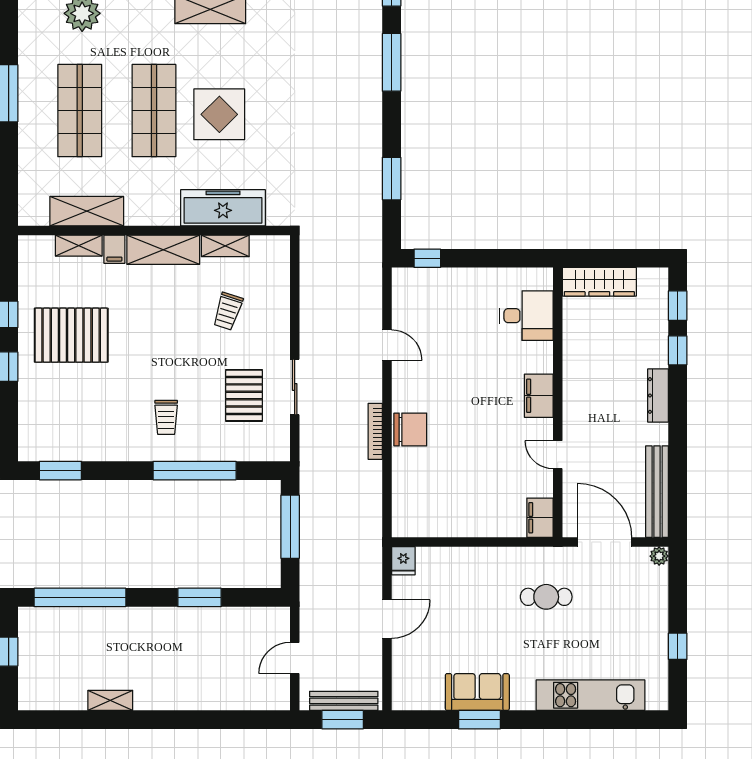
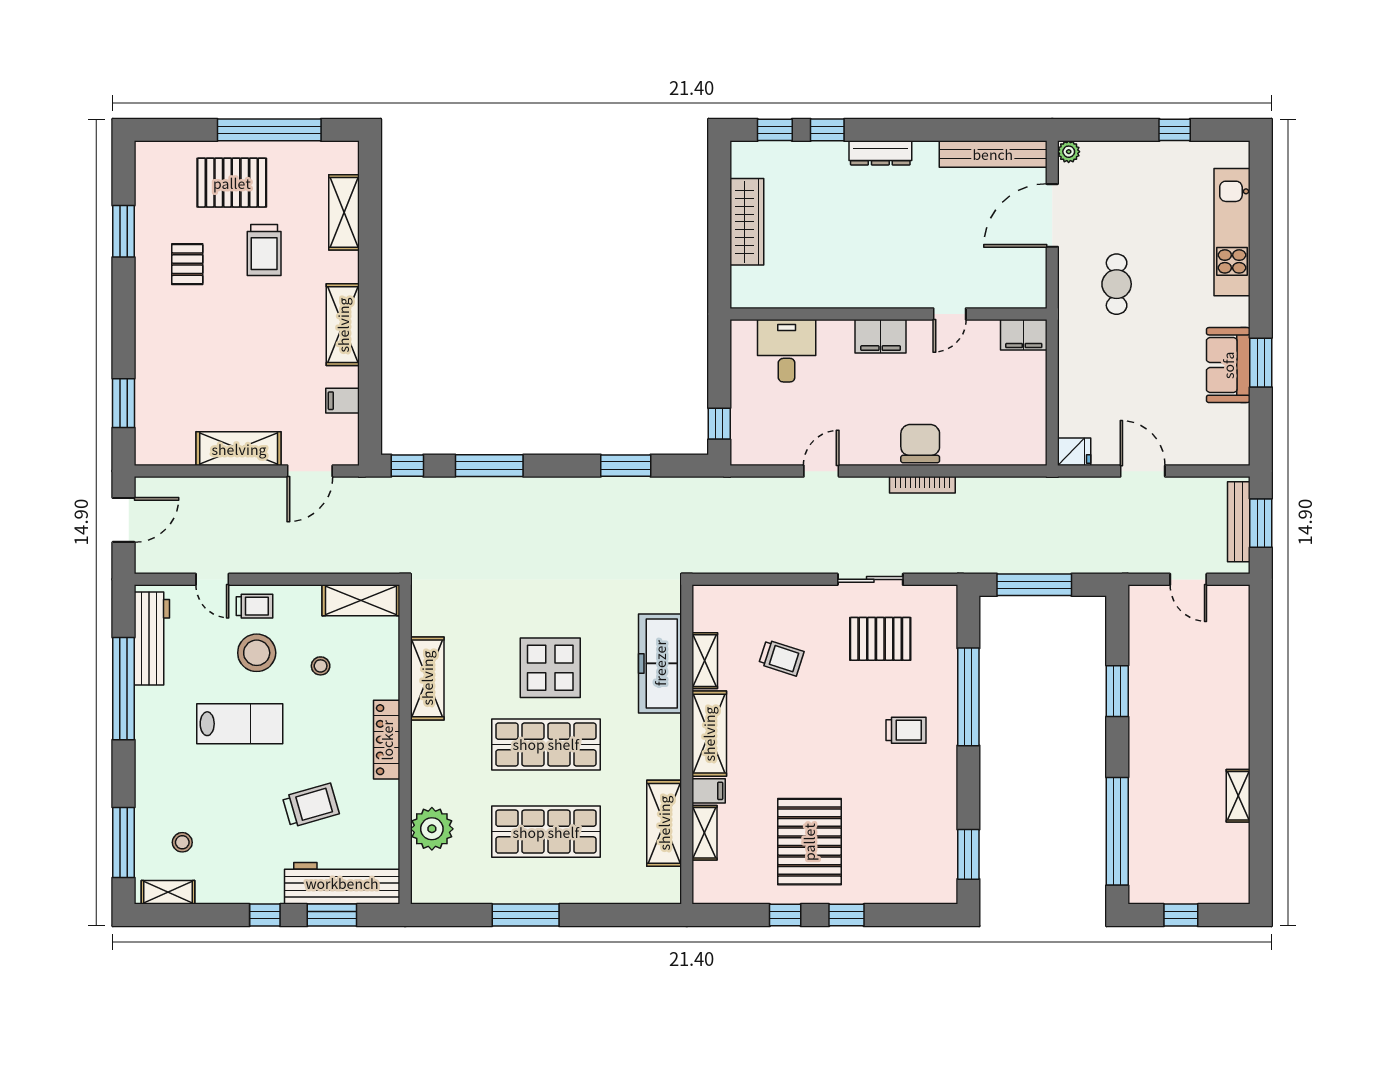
desk: (526, 316) -> (787, 351), moved
filing cabinet: (539, 396) -> (881, 336), moved
wall: (558, 402) -> (888, 314), moved
door: (558, 455) -> (950, 314), moved
filing cabinet: (540, 518) -> (1024, 335), moved

